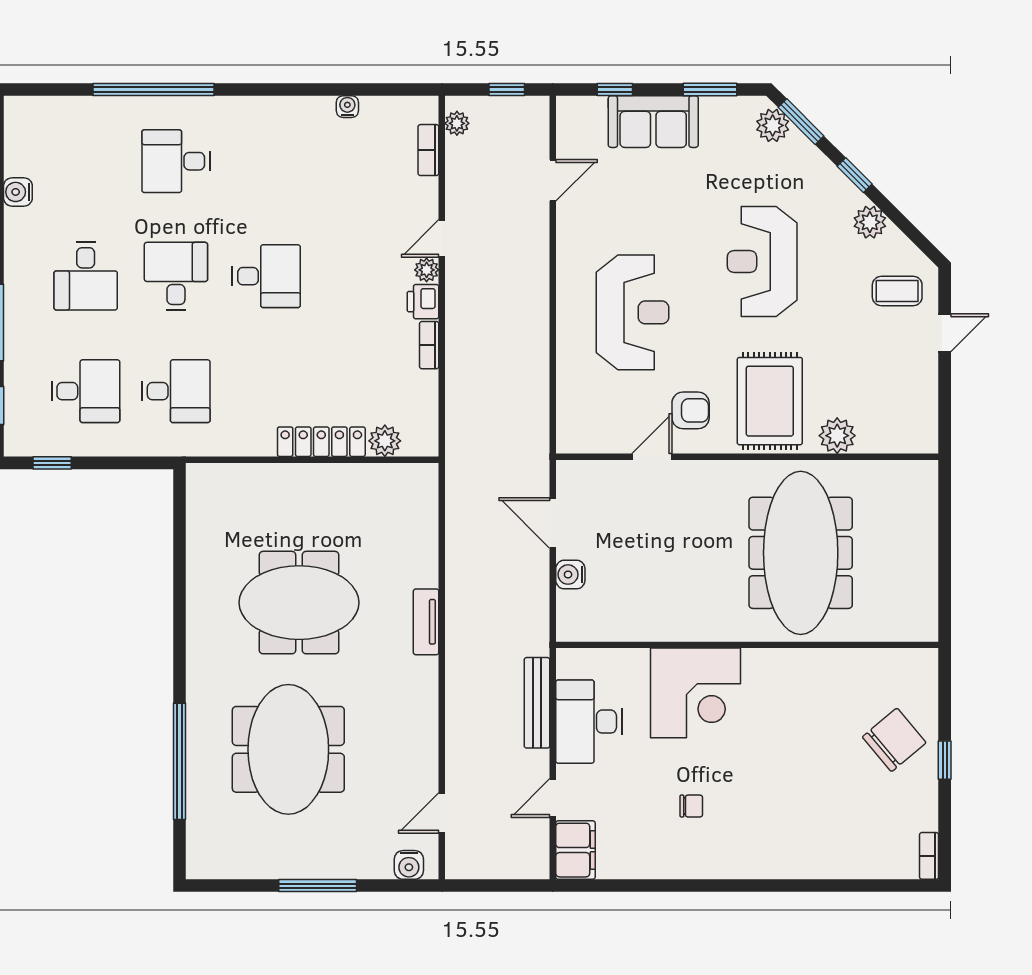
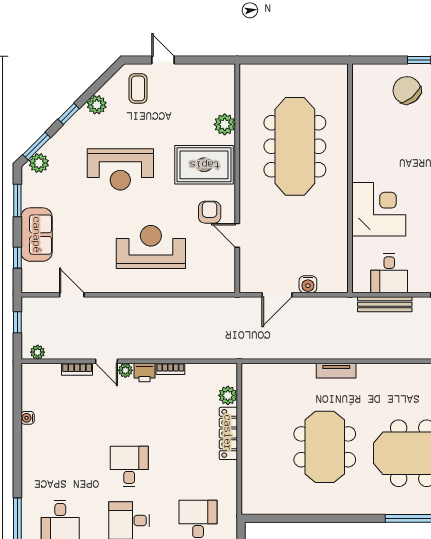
bookcase: (428, 150) -> (77, 369), moved
meeting table: (801, 553) -> (295, 146), turned 90
desk: (589, 722) -> (389, 273), width x0.73

